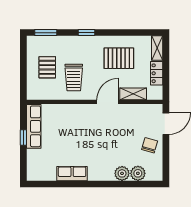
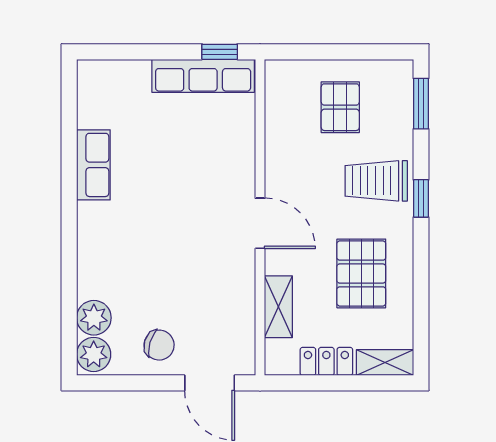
pallet: (47, 67) -> (340, 107), turned 90
trolley: (74, 78) -> (376, 181), moved
door: (108, 102) -> (260, 223), moved
window: (23, 137) -> (220, 52), moved
plant: (122, 173) -> (94, 354), moved

